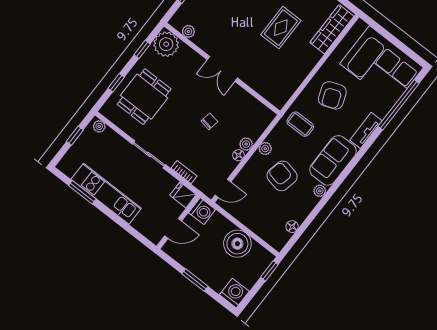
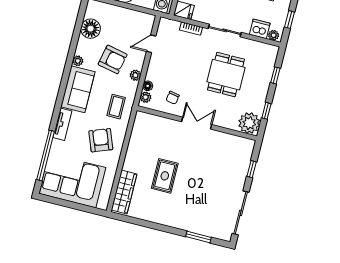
plant: (188, 31) -> (236, 141), removed
dining table: (144, 97) -> (226, 75), moved
chair: (209, 121) -> (173, 98), moved
coffee table: (300, 124) -> (116, 107), turned 90
dishwasher: (111, 140) -> (260, 29), added
plant: (246, 144) -> (146, 97), moved
floor lamp: (239, 155) -> (148, 86), moved
door: (223, 188) -> (151, 44), moved
floor lamp: (292, 227) -> (91, 29), width x1.89, depth x1.89

